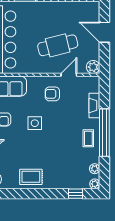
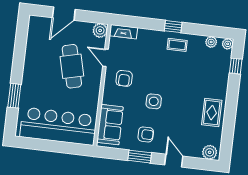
fireplace: (94, 106) -> (123, 32), moved
window: (104, 133) -> (173, 27), width x0.32

